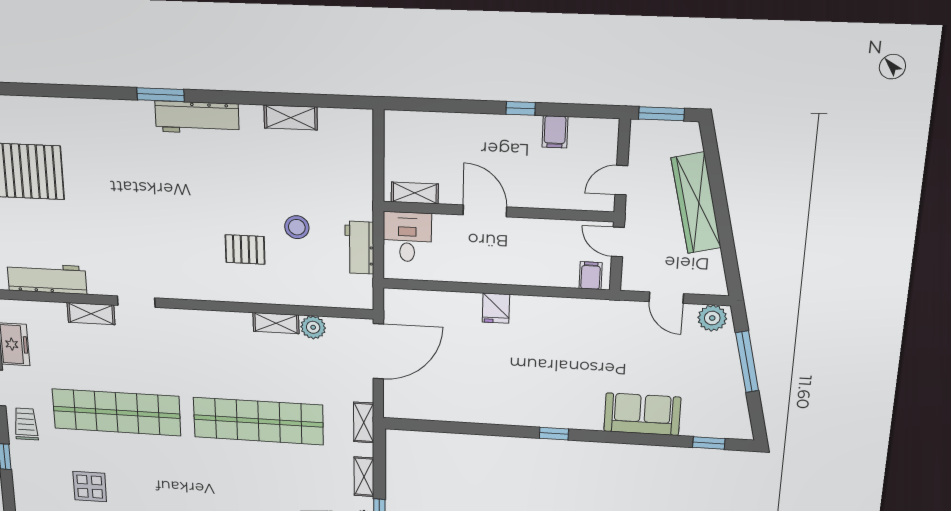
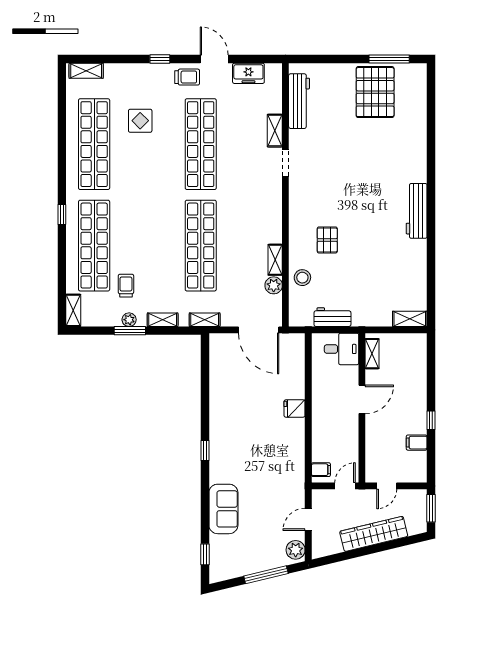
window: (161, 95) -> (431, 187), removed
shelving: (291, 117) -> (410, 319), moved, turned 90
door: (621, 180) -> (387, 486), swing flipped
stool: (297, 227) -> (302, 278), moved

